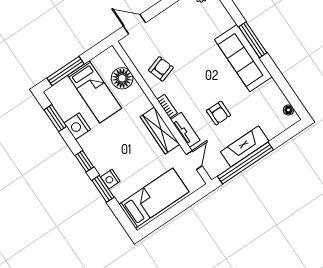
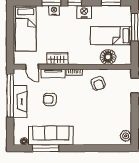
window: (253, 40) -> (45, 148), moved
sofa: (243, 58) -> (51, 136), moved
nightstand: (77, 126) -> (84, 12), moved
wardrobe: (160, 131) -> (57, 58), width x0.67

